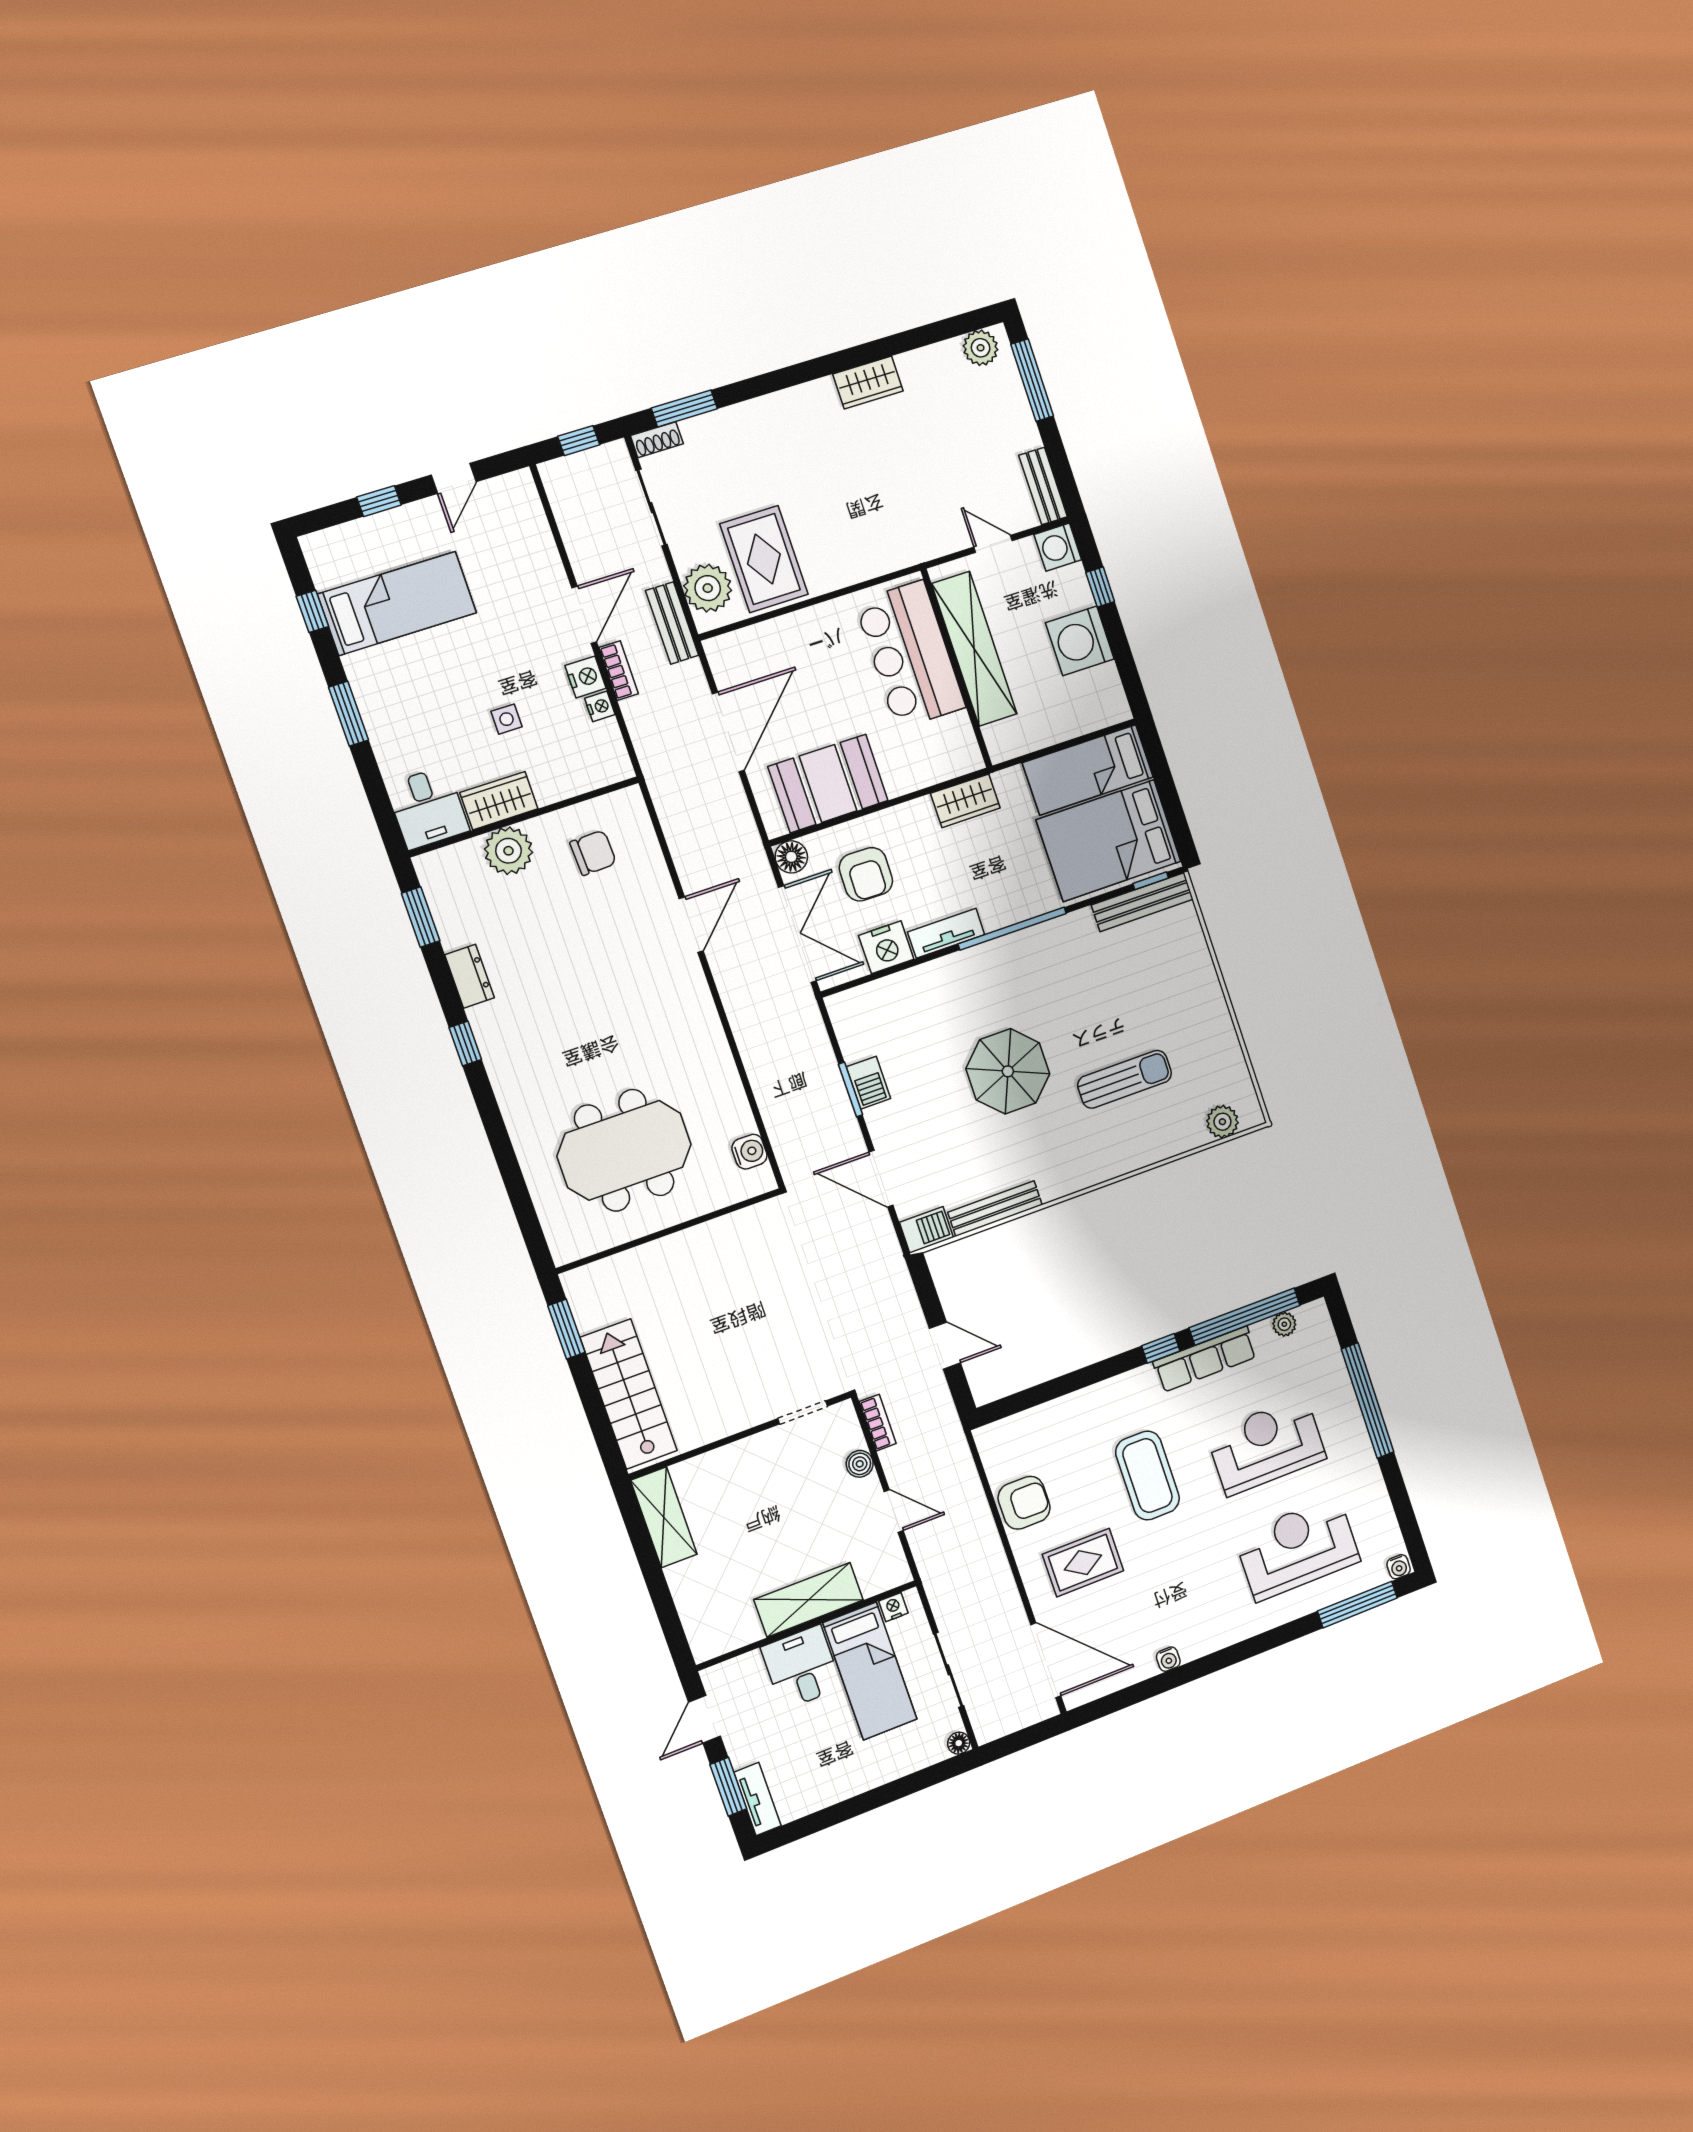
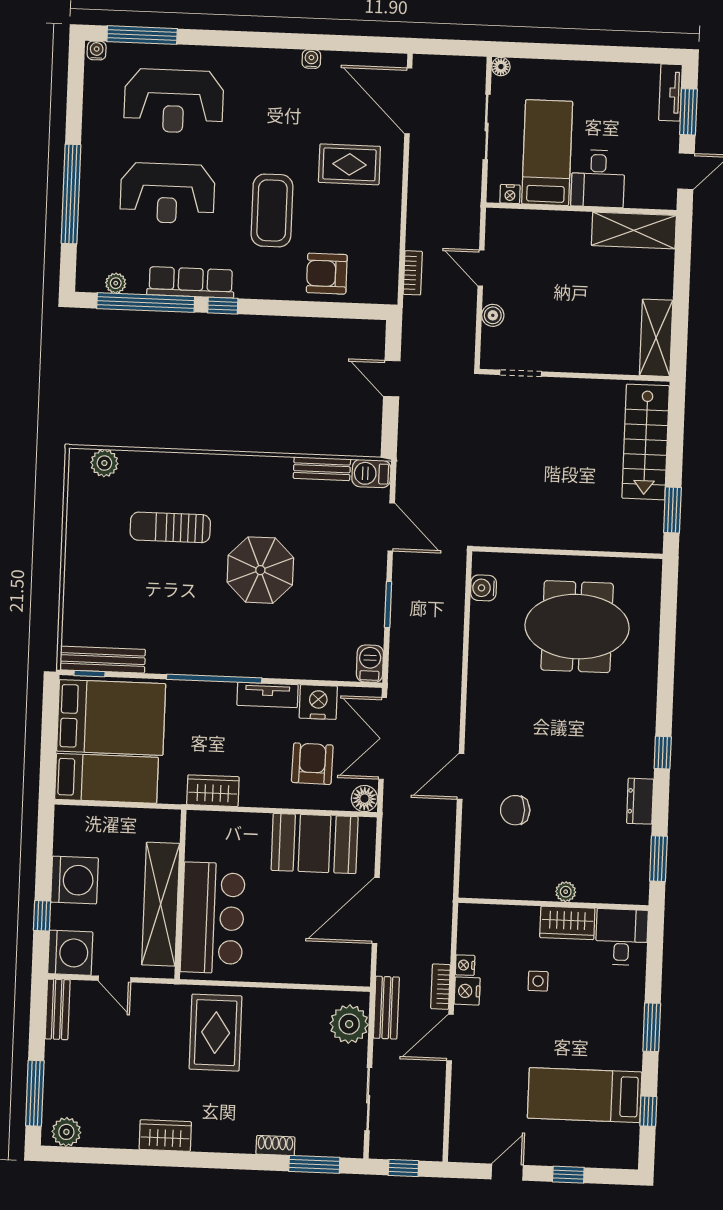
shoe rack: (657, 440) -> (275, 1146), moved
washing machine: (1058, 547) -> (70, 953), width x1.37, depth x1.37
rug: (764, 559) -> (216, 1033), moved
plant: (508, 851) -> (566, 892), width x0.53, depth x0.53
chair: (593, 853) -> (515, 810), moved
barbecue: (868, 1083) -> (370, 664), moved
bench: (995, 1209) -> (322, 469), width x0.73
bookcase: (878, 1423) -> (413, 273), moved, turned 180
armchair: (1024, 1503) -> (327, 274), moved
shelving: (809, 1600) -> (634, 230), moved

